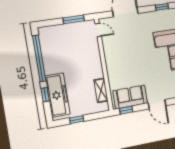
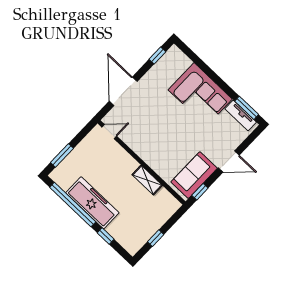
window: (74, 19) -> (62, 155), moved
shelving: (101, 90) -> (147, 180), moved
freezer: (58, 95) -> (92, 203), moved

